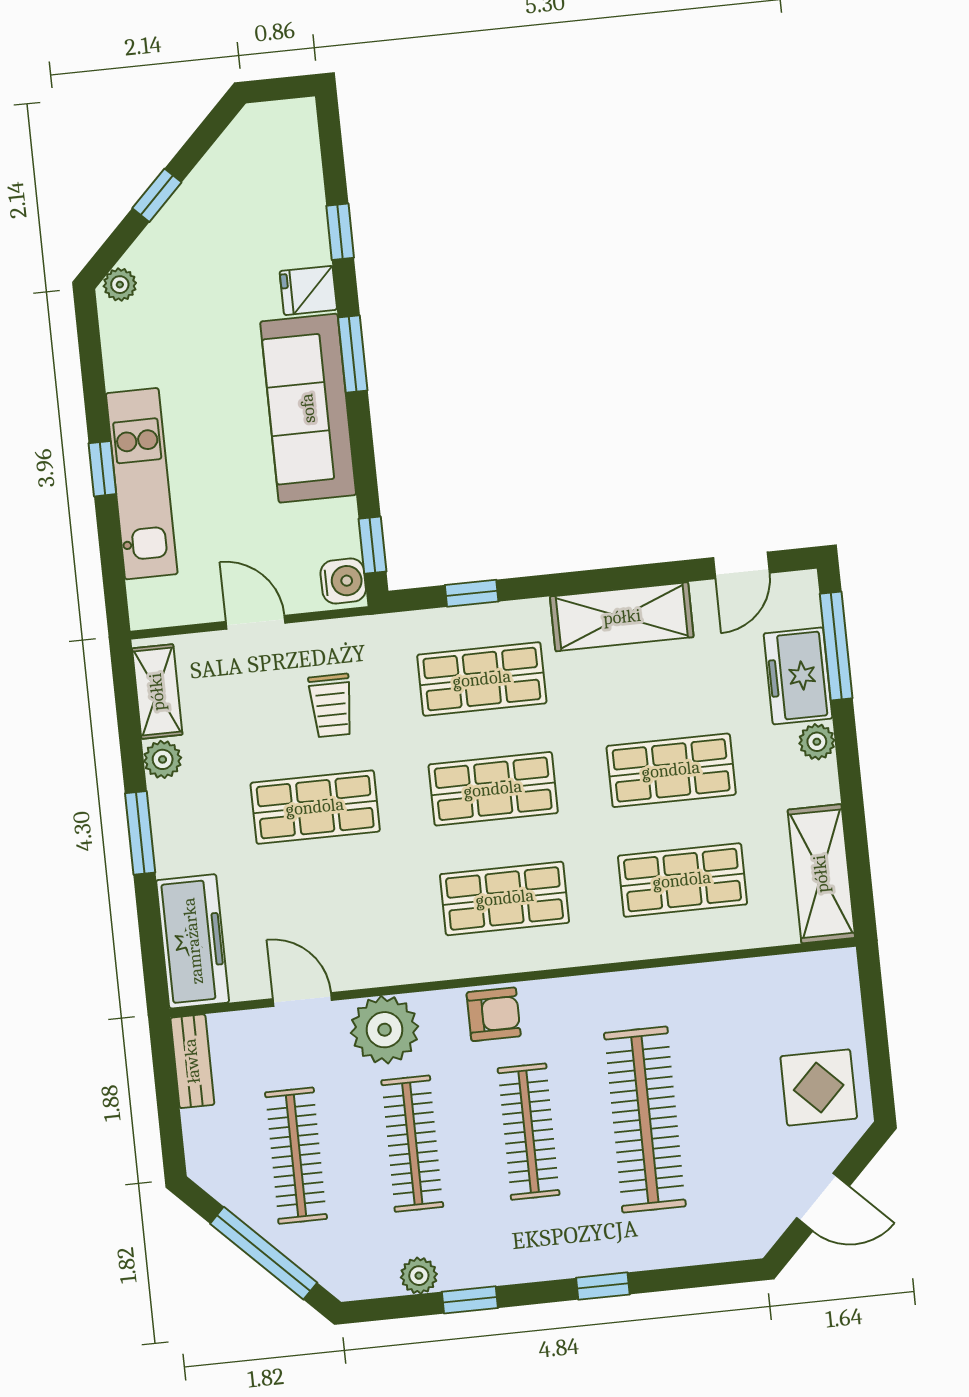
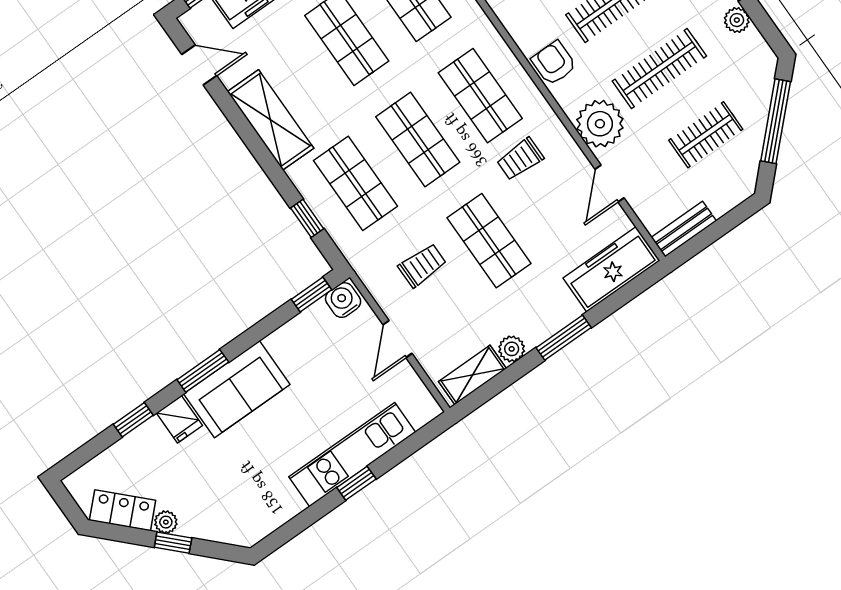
locker: (233, 154) -> (123, 510), added
plant: (120, 285) -> (166, 522), moved
sofa: (308, 408) -> (237, 389), width x0.73
trolley: (396, 904) -> (520, 159), added
clothes rail: (296, 1156) -> (706, 135), width x0.73

